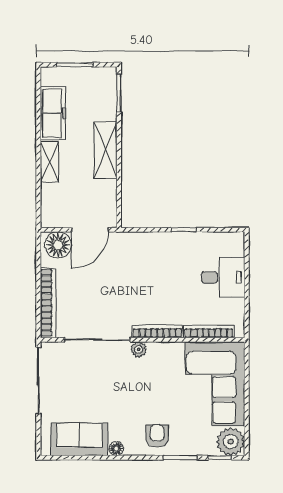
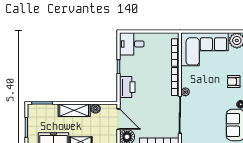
boiler: (109, 188) -> (95, 109), added
printer: (147, 245) -> (127, 87), added
desk: (223, 277) -> (132, 44), moved, turned -90

